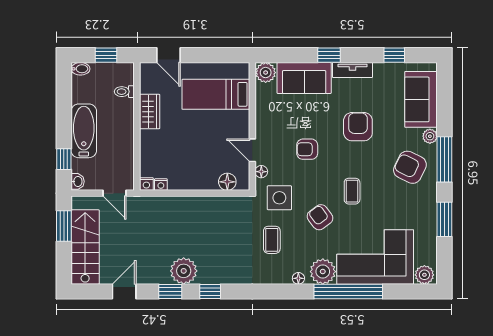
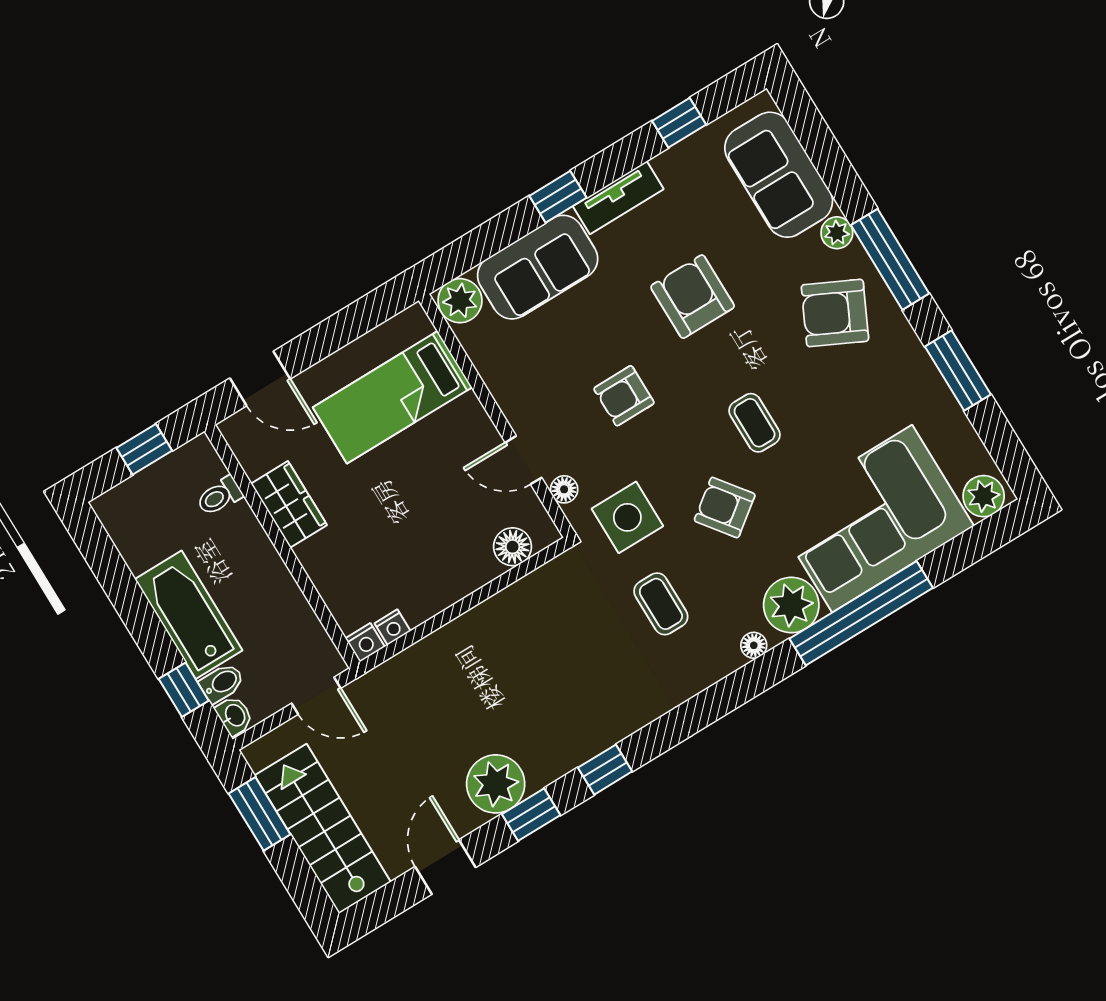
bidet: (80, 69) -> (222, 683), moved
plant: (184, 271) -> (496, 784), moved

